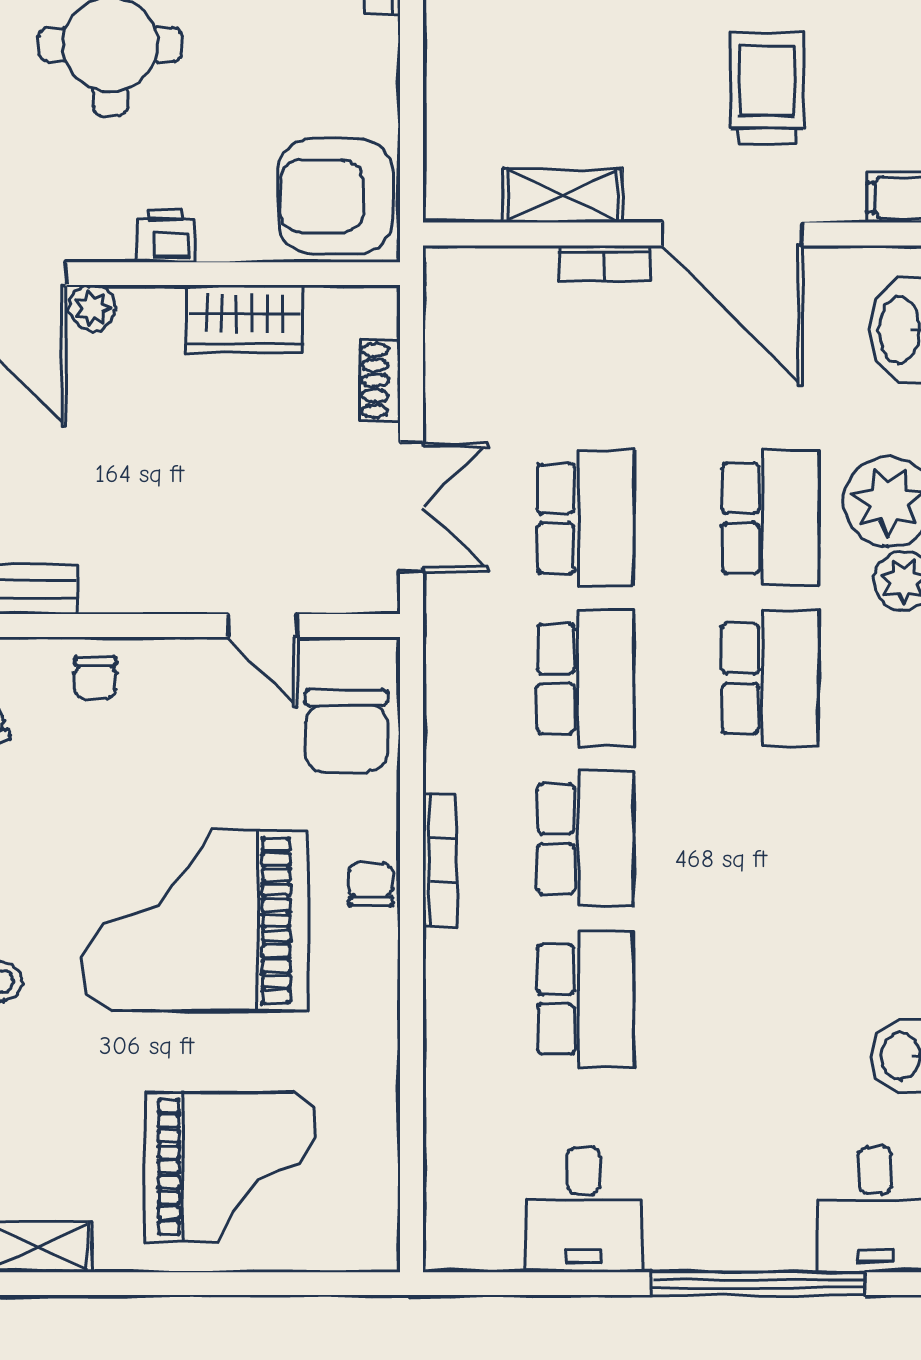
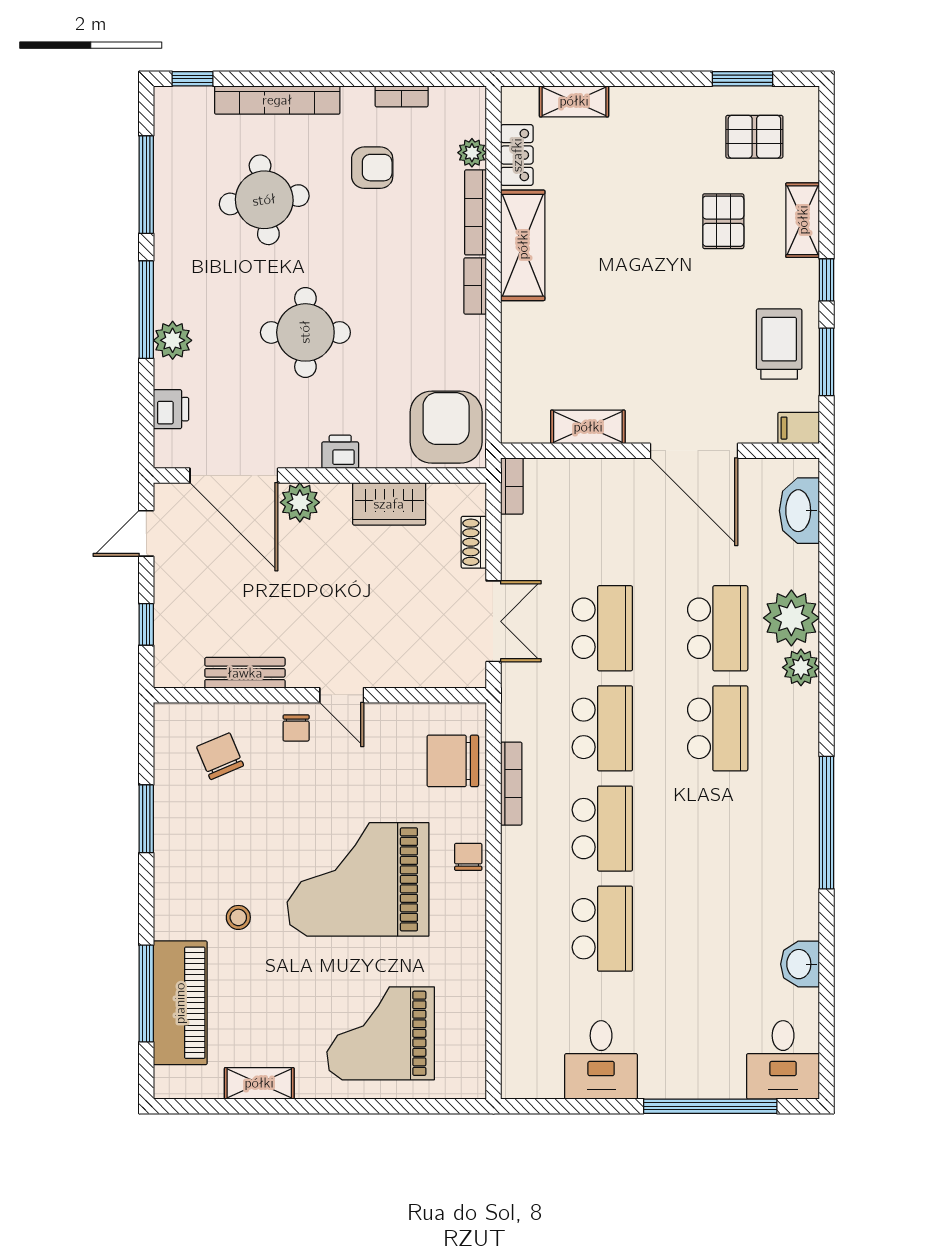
trolley: (767, 88) -> (779, 344), moved
armchair: (336, 196) -> (446, 427), turned 90
bookcase: (604, 263) -> (512, 486), moved, turned -90
plant: (93, 308) -> (300, 502), width x1.38, depth x1.38
door: (263, 625) -> (342, 695), moved
chair: (346, 731) -> (453, 761), turned 90
bookcase: (440, 860) -> (511, 784), moved
grand piano: (231, 1167) -> (381, 1033), turned 180

